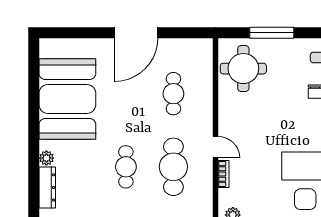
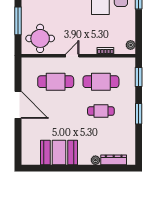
cafe table: (173, 94) -> (56, 82), width x1.37, depth x1.35
booth: (67, 99) -> (59, 152), width x0.73, depth x0.70
door: (215, 147) -> (72, 56), moved

